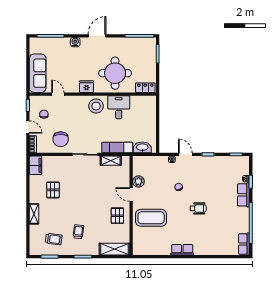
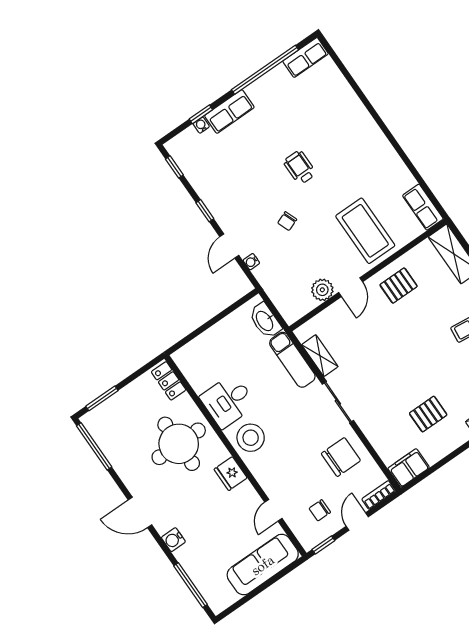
row of seats: (182, 250) -> (423, 207), moved

